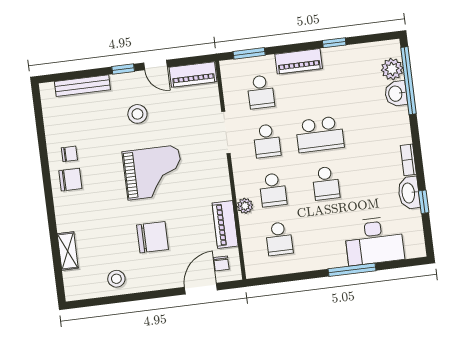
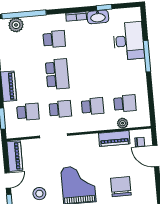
washbasin: (396, 94) -> (32, 23), removed
school desk: (326, 183) -> (54, 39), moved
plant: (245, 206) -> (123, 123), moved

